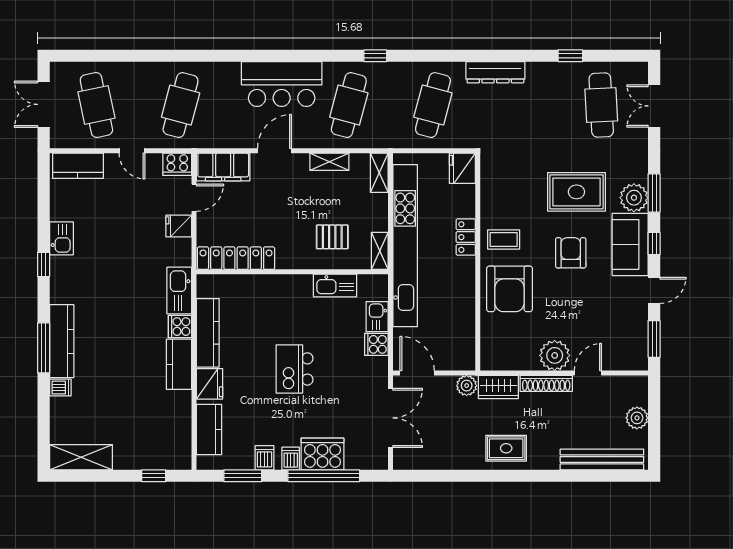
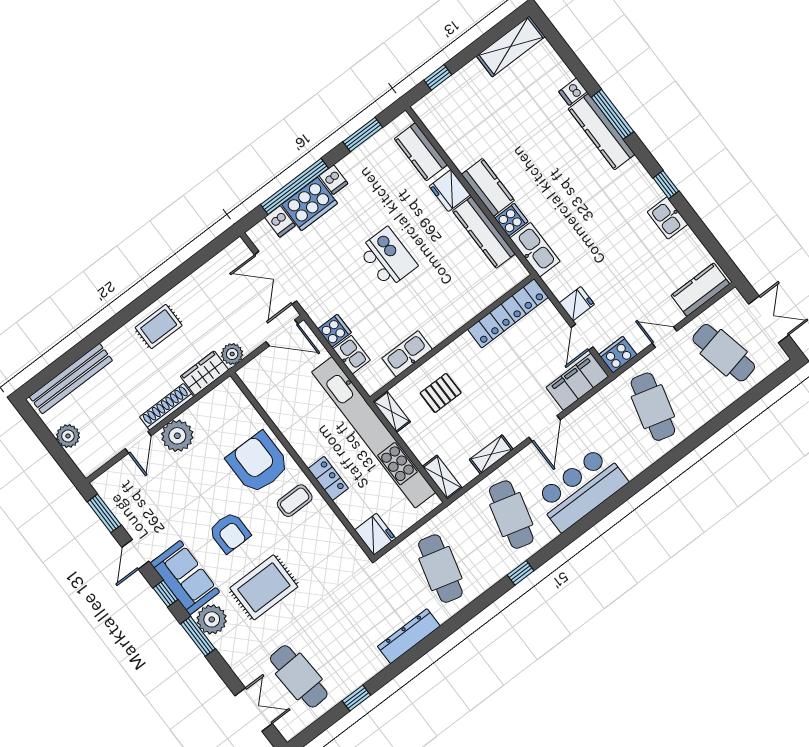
dishwasher: (264, 458) -> (280, 221), moved

